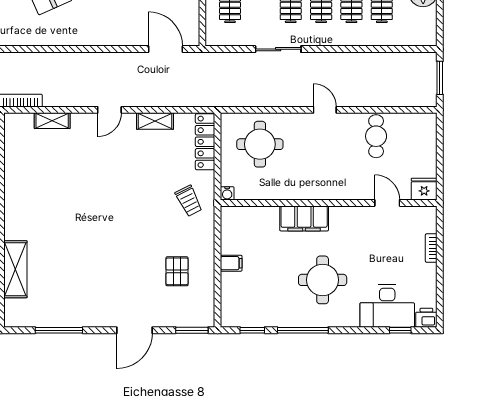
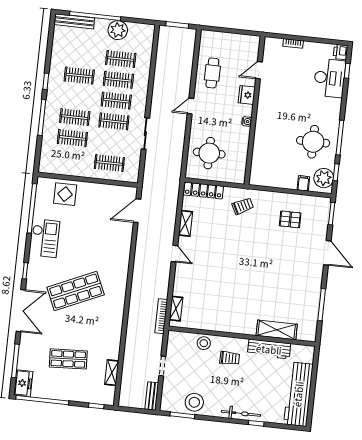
shelving: (52, 121) -> (176, 309), moved
cafe table: (376, 136) -> (212, 73), turned 90
fridge: (424, 189) -> (247, 95), moved
water cooler: (227, 193) -> (247, 121), moved
filing cabinet: (304, 218) -> (263, 128), removed
filing cabinet: (231, 263) -> (303, 183), moved
round table: (323, 280) -> (313, 142), moved
plant: (242, 313) -> (324, 178), added

